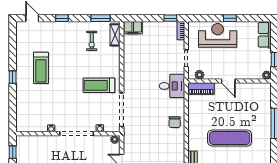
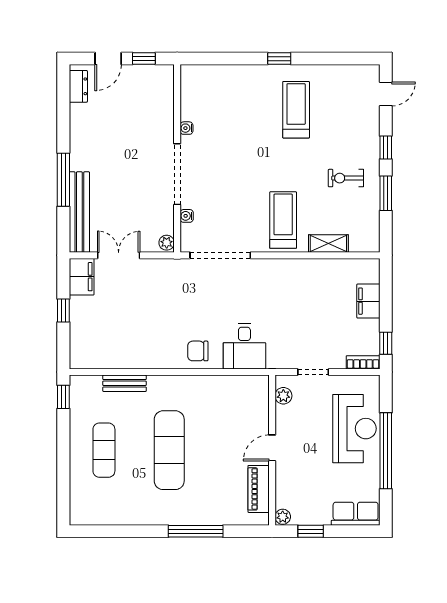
window: (101, 18) -> (386, 193), moved
window: (230, 18) -> (386, 451), width x3.17
filing cabinet: (133, 28) -> (368, 301), moved
shelving: (115, 35) -> (328, 243), moved
exercise bike: (92, 41) -> (346, 178), moved
treadmill: (41, 68) -> (296, 110), turned 90
treadmill: (99, 85) -> (283, 220), moved
desk: (172, 86) -> (244, 346), moved
piano: (201, 89) -> (259, 489), moved

